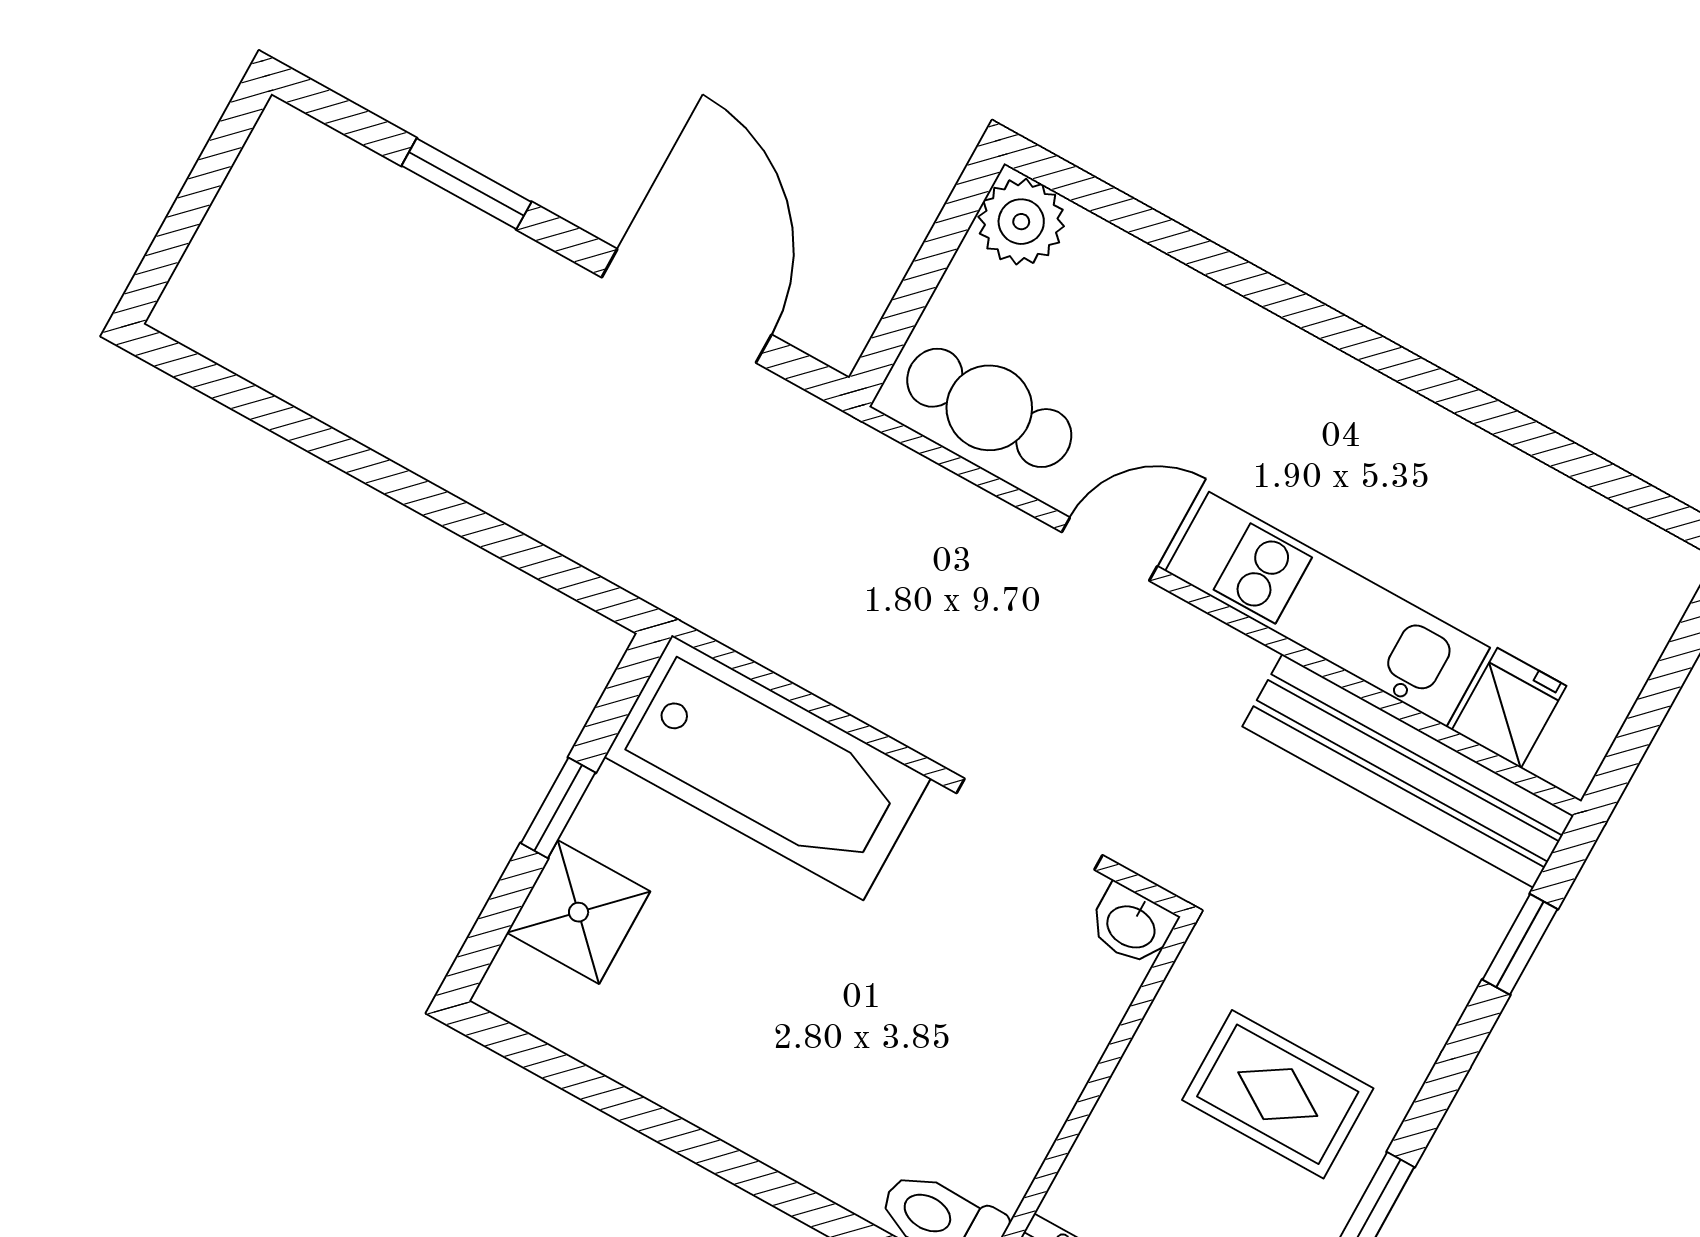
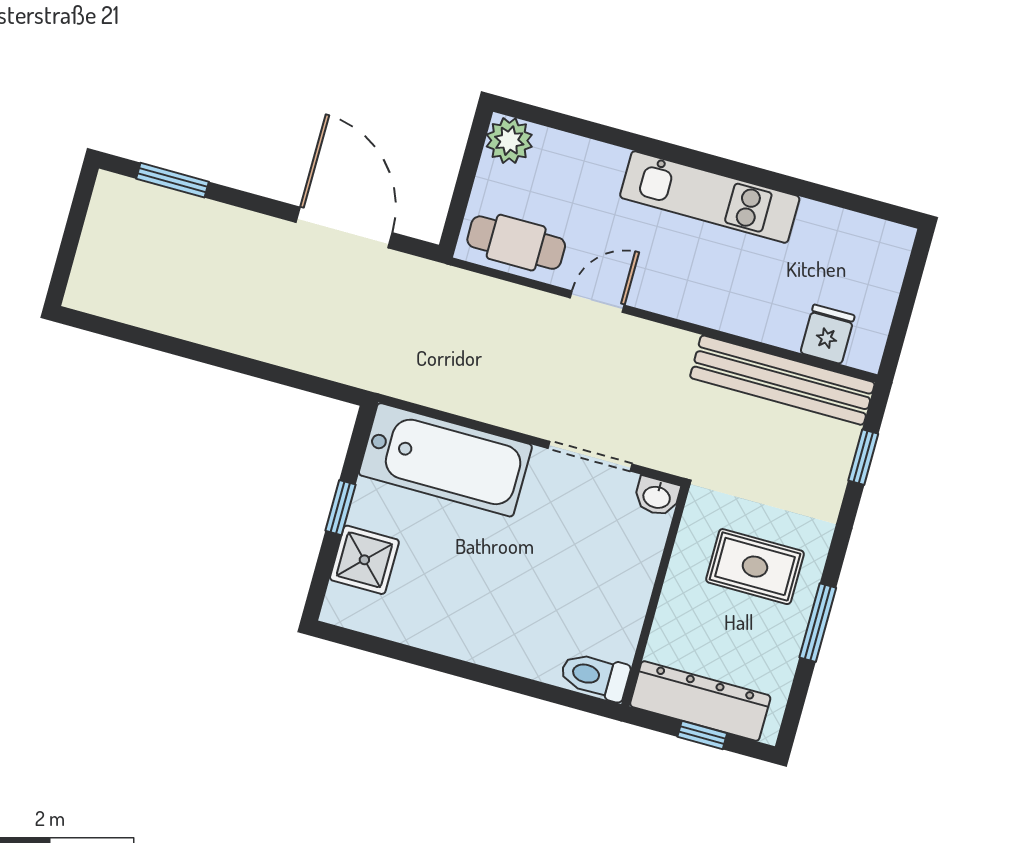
window: (466, 184) -> (172, 180), moved
kitchen unit: (1328, 609) -> (710, 197), moved, turned 180

